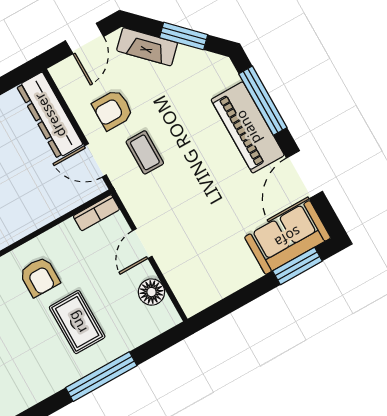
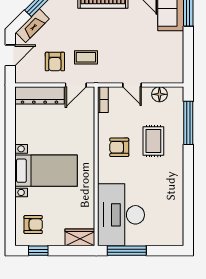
door: (85, 39) -> (10, 55), hinge flipped
armchair: (39, 277) -> (119, 147), turned 180
rug: (77, 322) -> (153, 141), turned 90
window: (101, 377) -> (188, 123), moved

